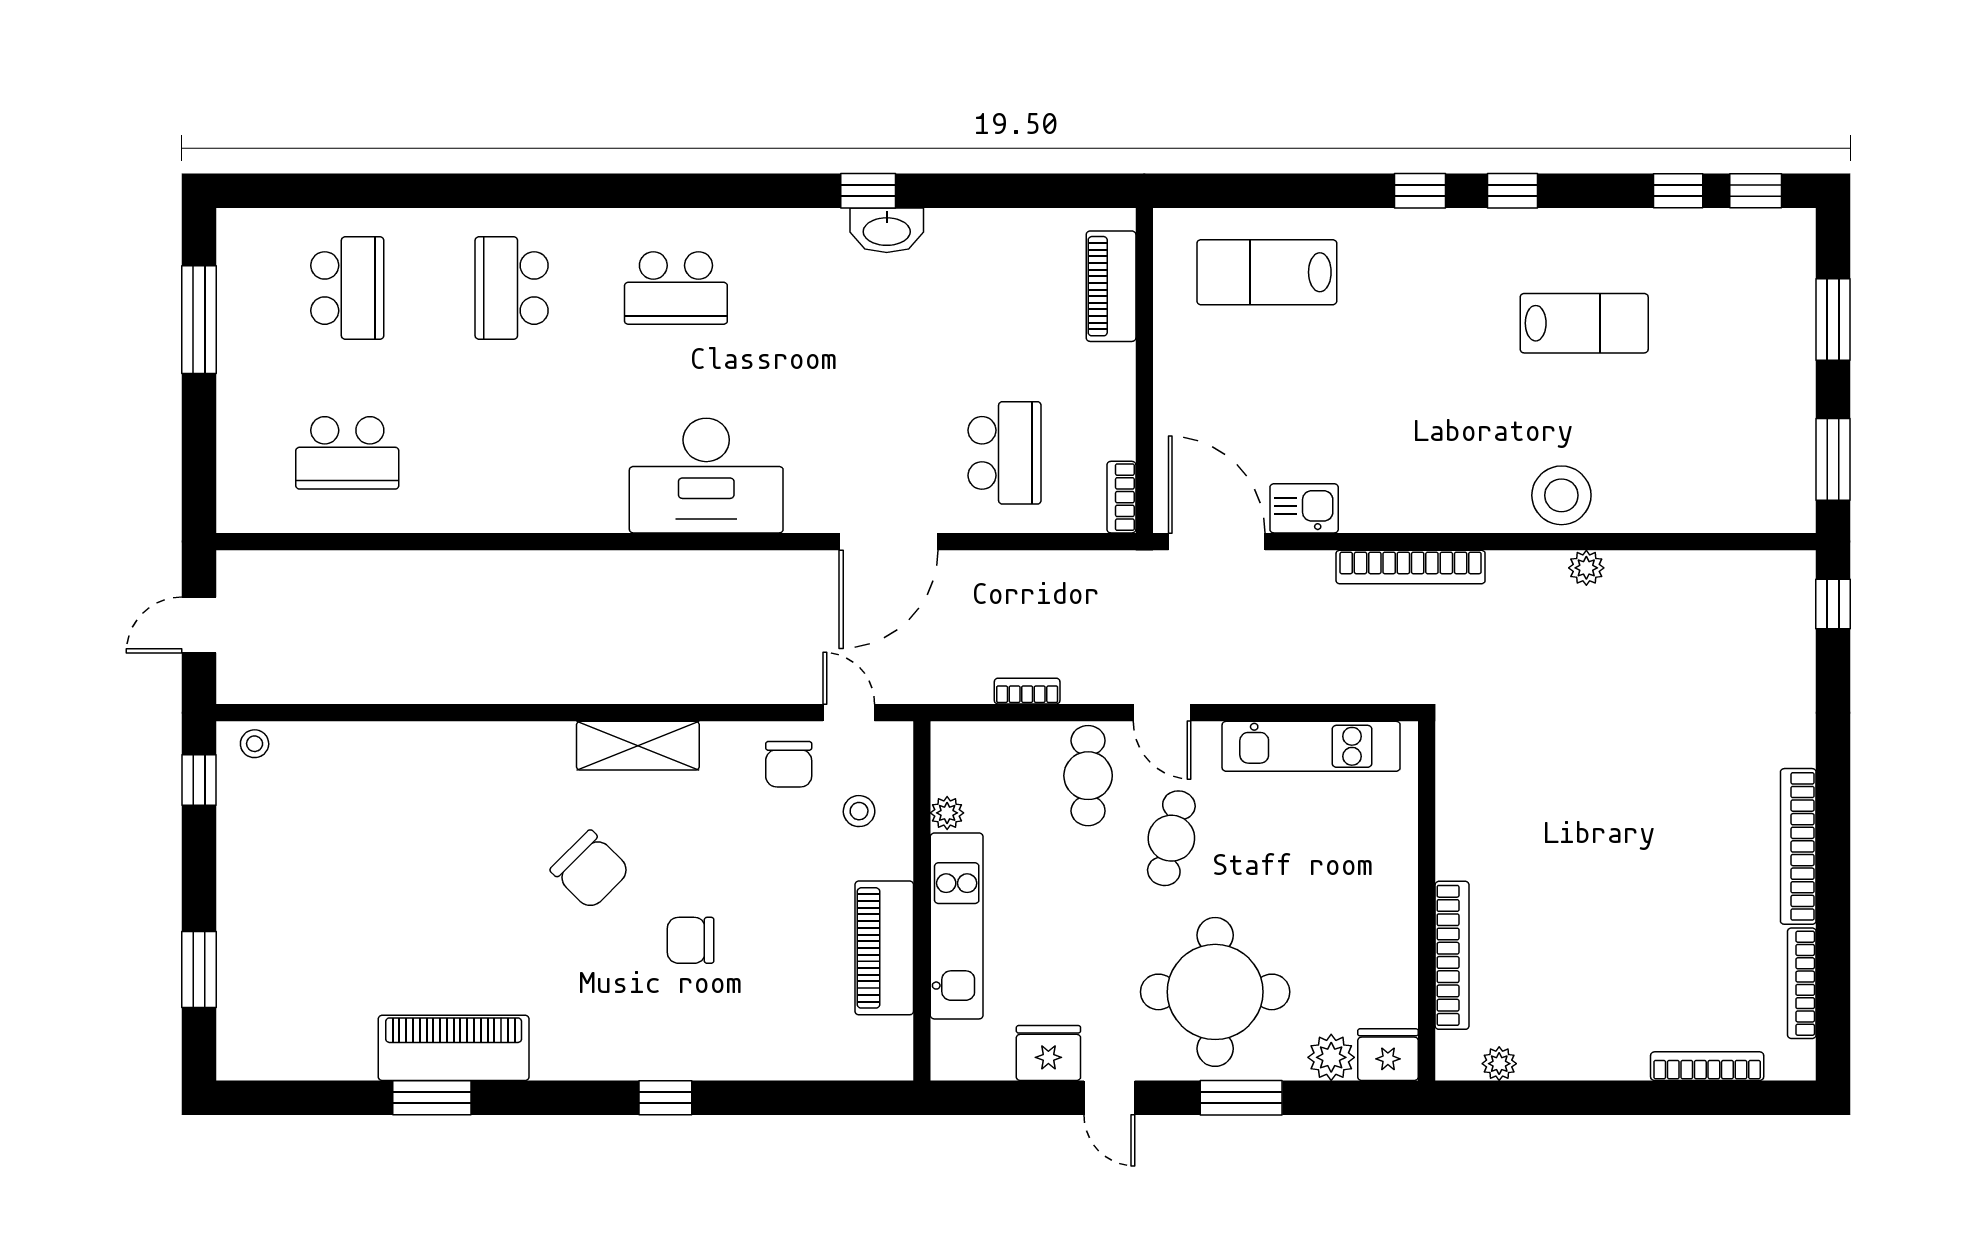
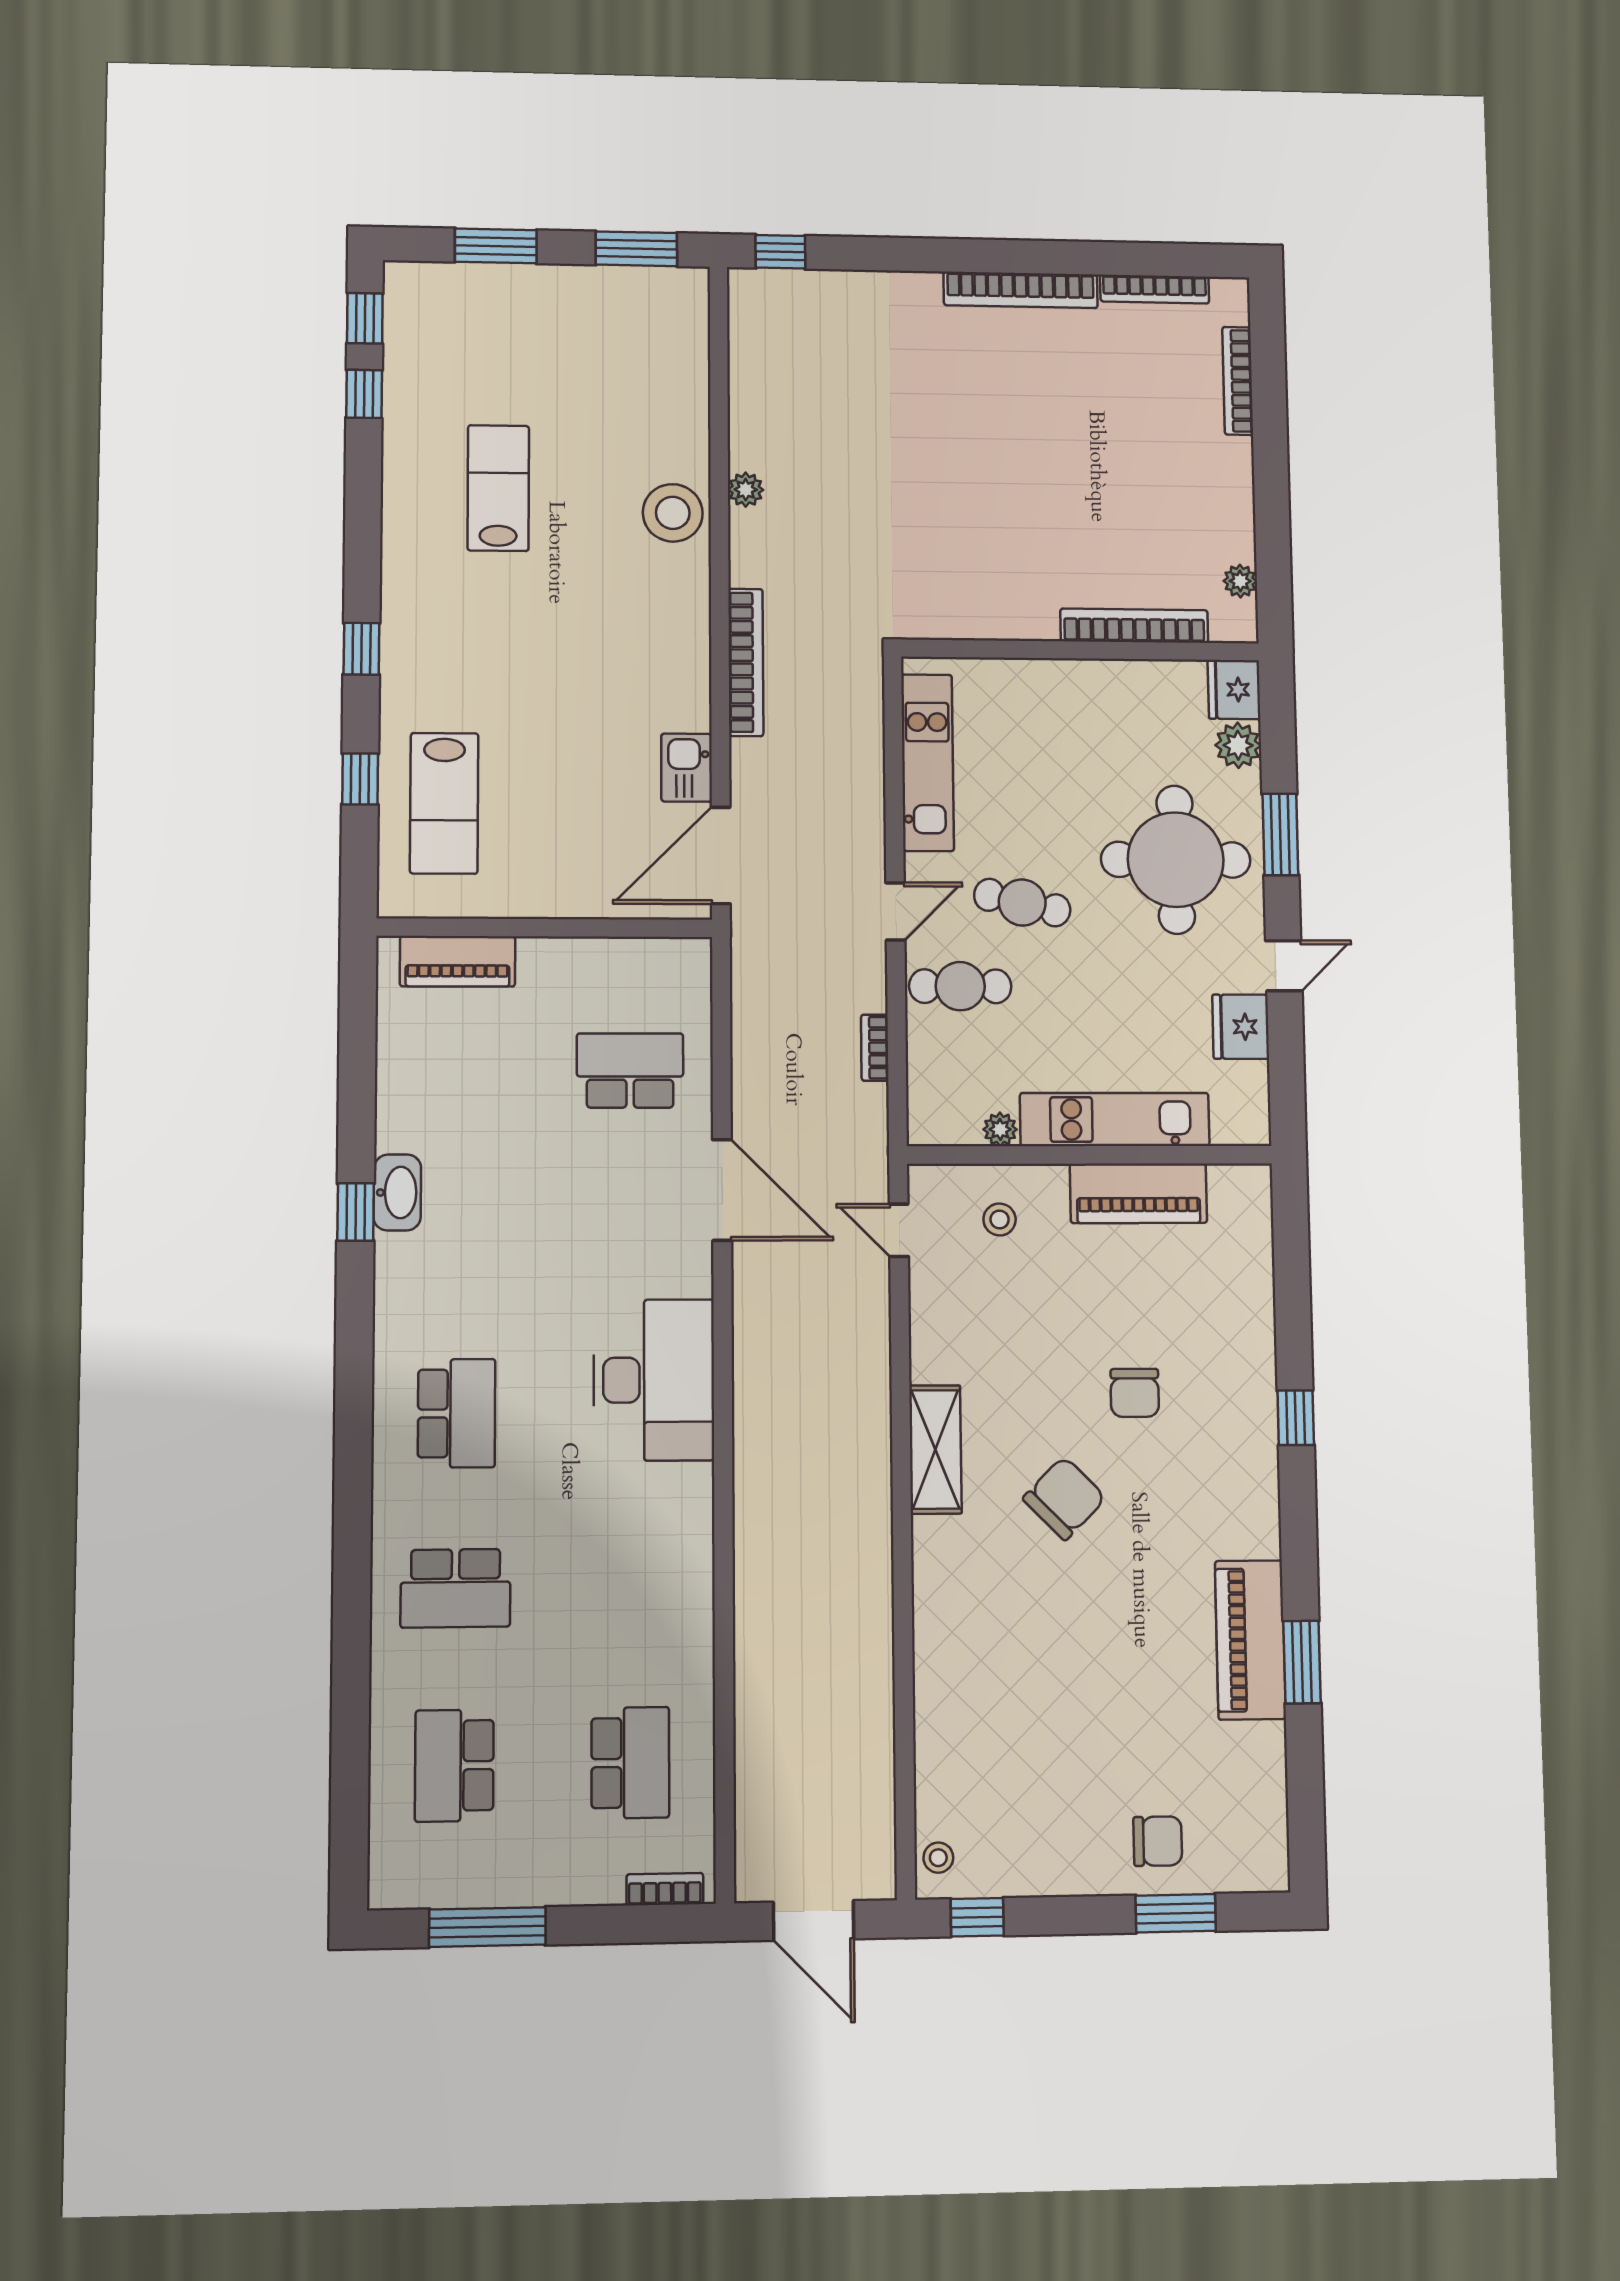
window: (1512, 191) -> (360, 779), moved
school desk: (347, 288) -> (454, 1766), turned -90
bookcase: (1121, 497) -> (665, 1889), moved, turned 180
door: (199, 625) -> (814, 1920), width x1.38
door: (849, 713) -> (899, 1230), hinge flipped
chair: (789, 764) -> (1158, 1841), moved

